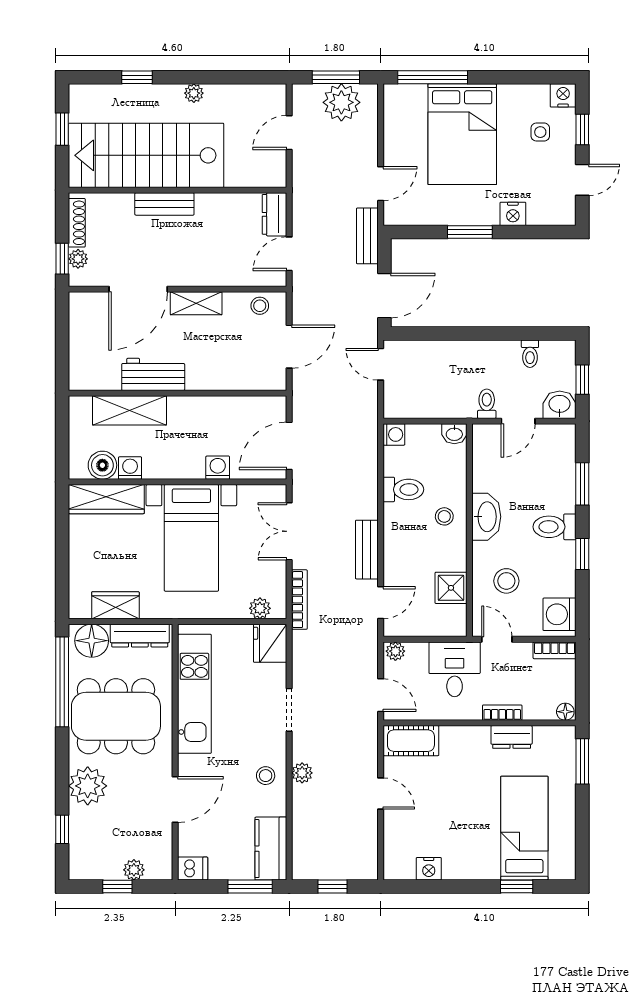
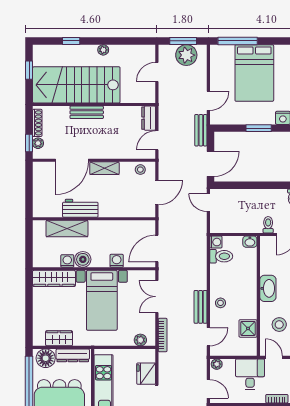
boiler: (102, 465) -> (83, 259), moved
toilet: (403, 489) -> (221, 256), moved
stool: (444, 516) -> (220, 303), moved
fridge: (270, 643) -> (146, 374), moved

